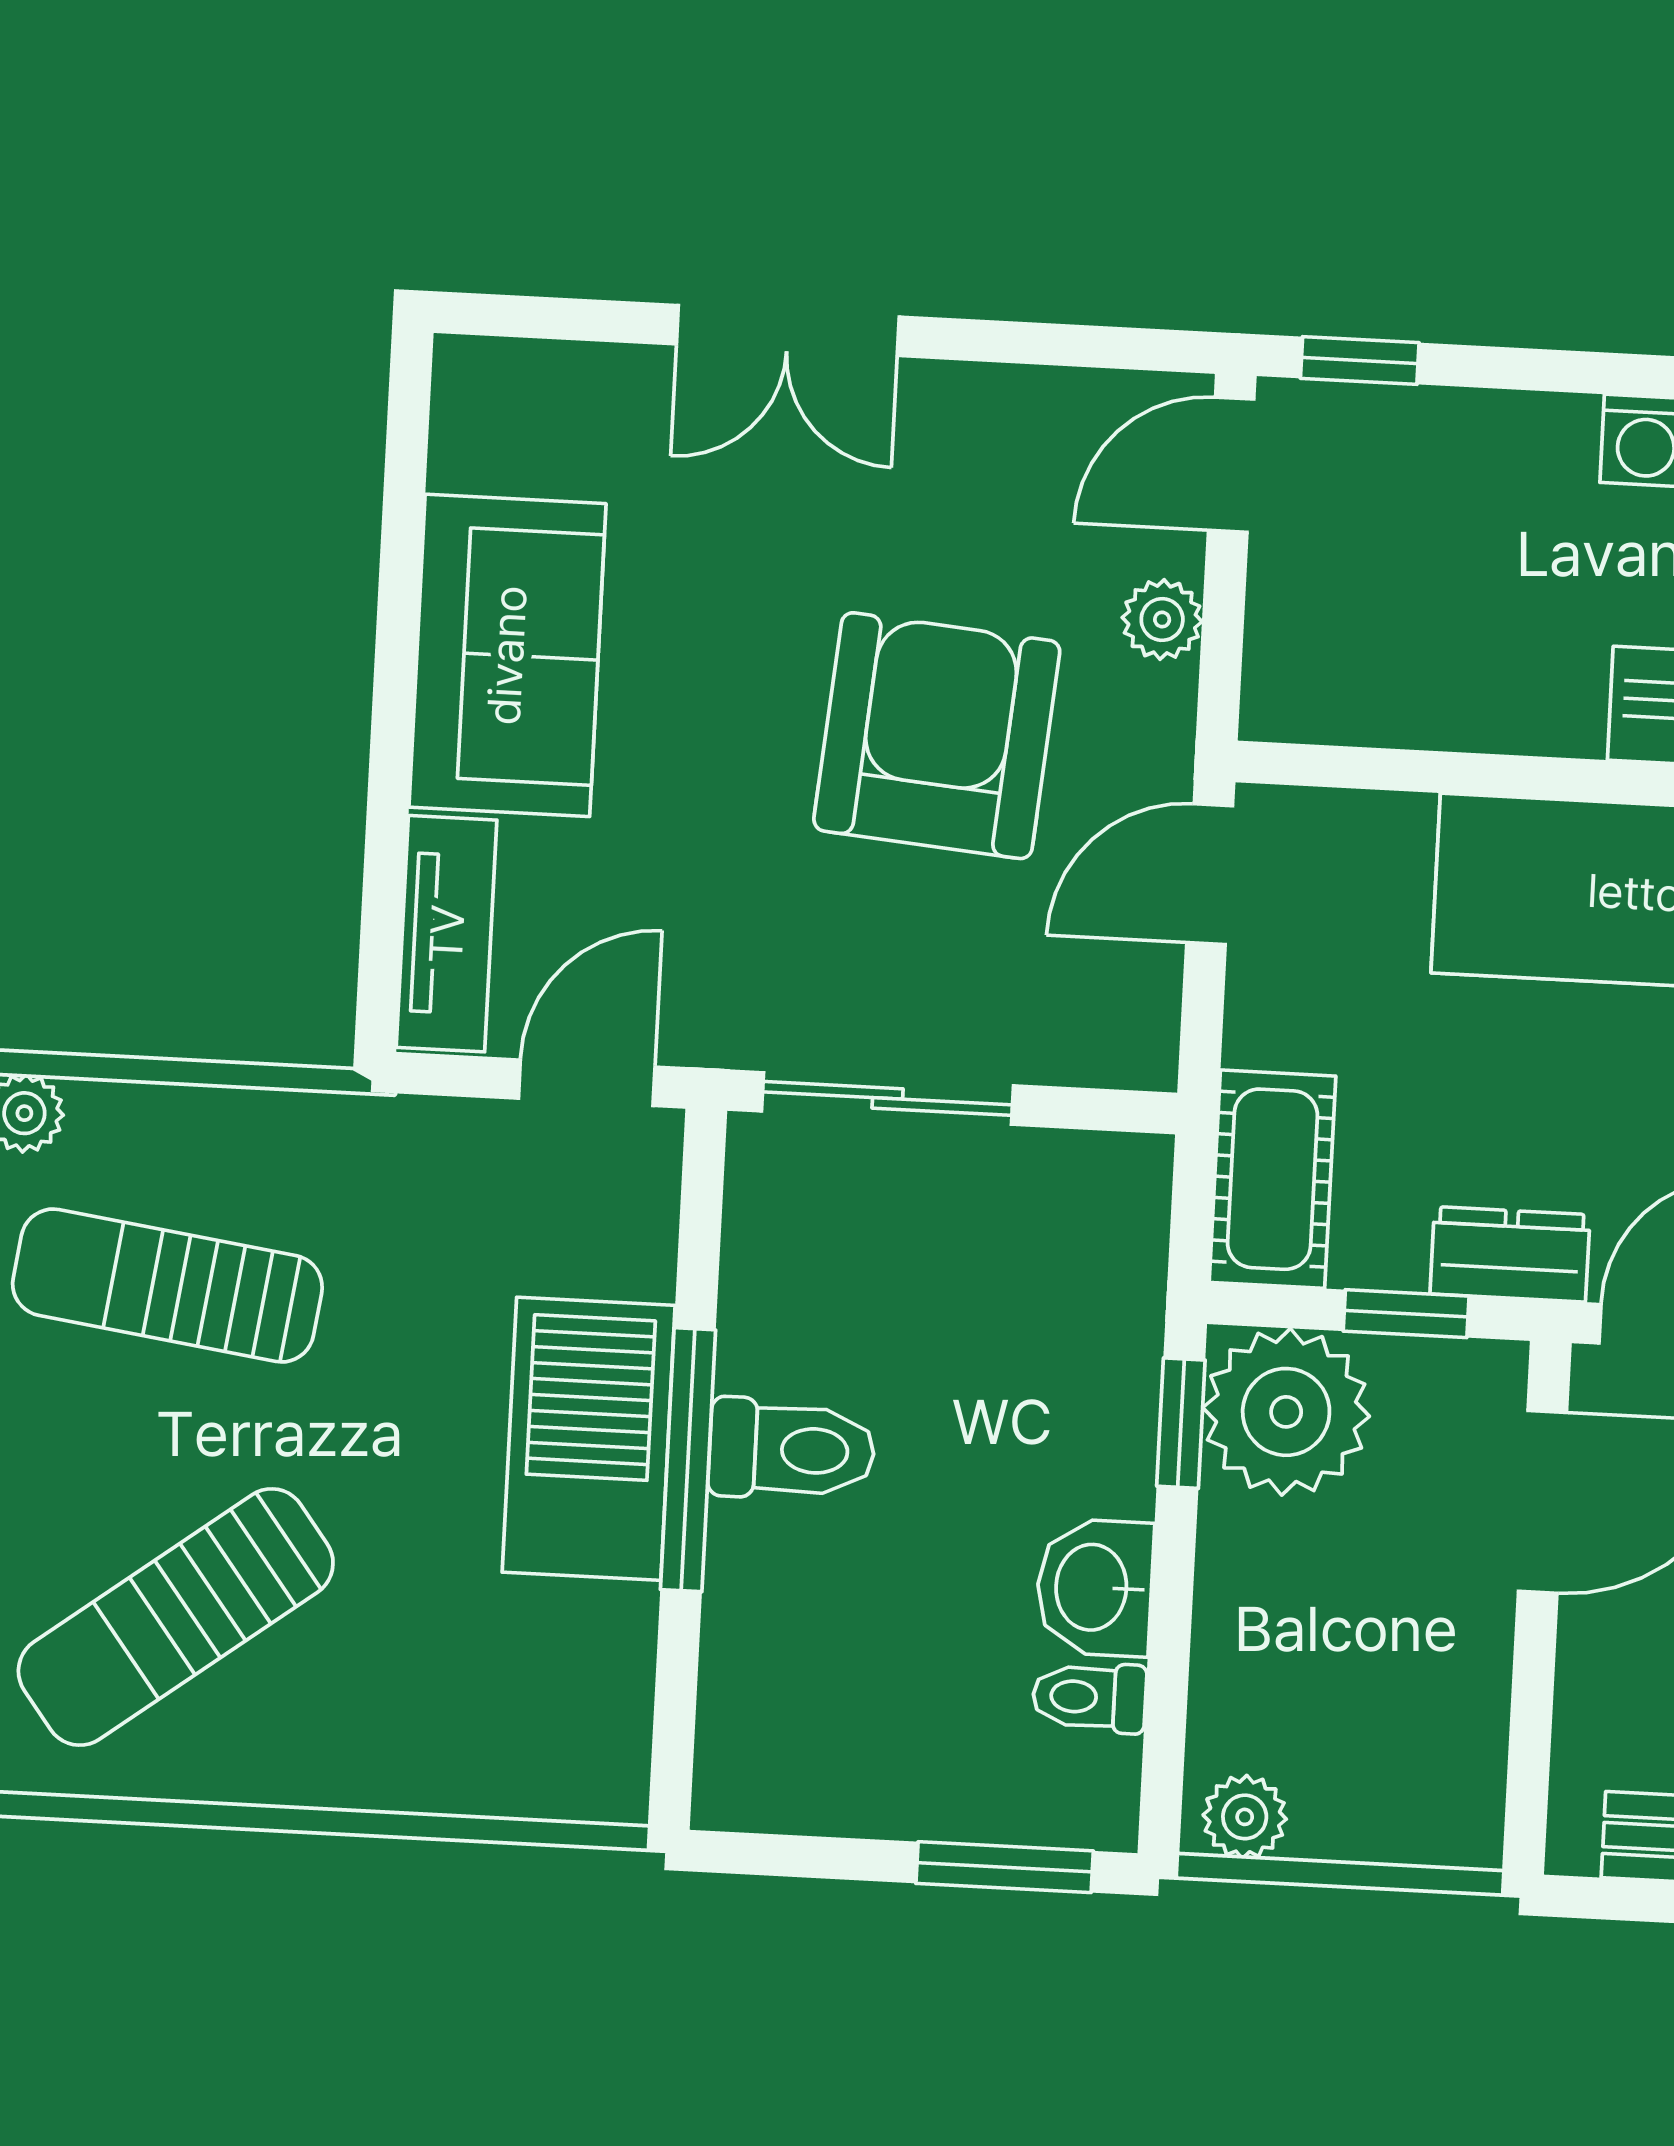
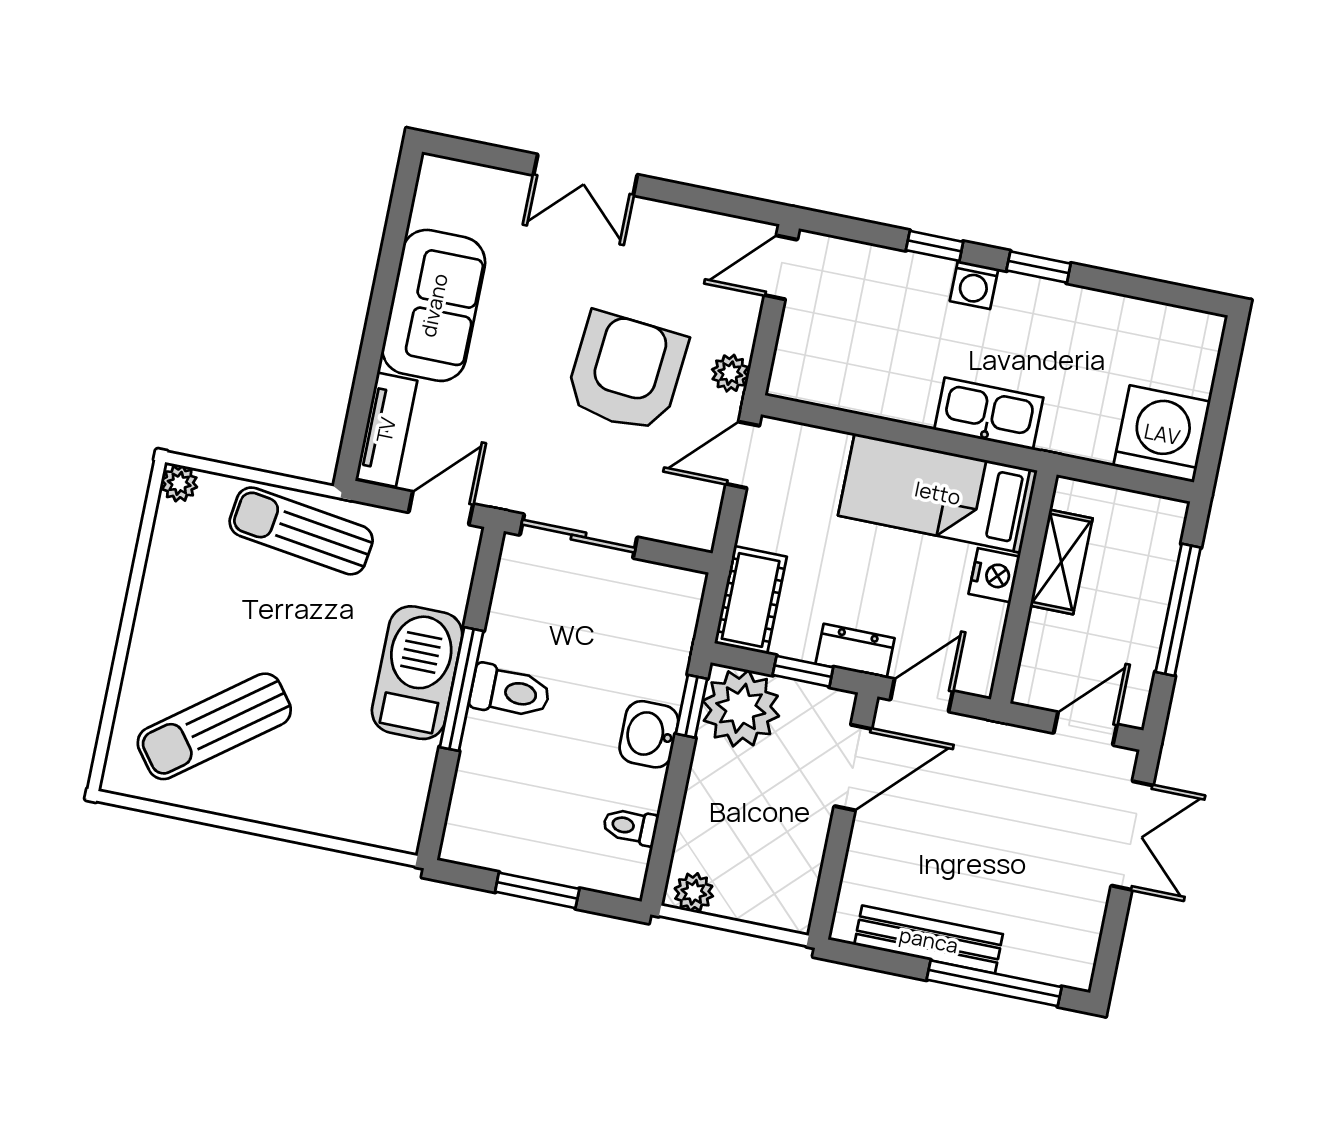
window: (1360, 361) -> (935, 246), moved
plant: (1162, 620) -> (730, 373), moved
sun lounger: (167, 1285) -> (301, 531), moved
washbasin: (1095, 1587) -> (649, 734), moved
window: (1005, 1867) -> (537, 890), moved

